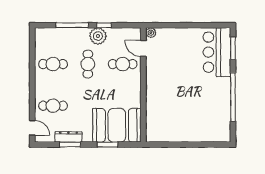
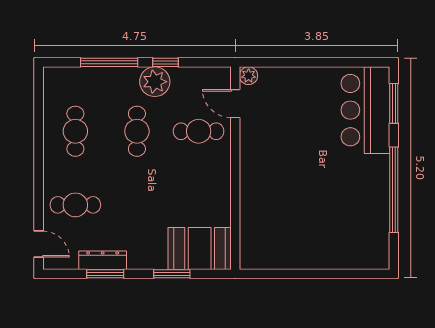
cafe table: (53, 64) -> (75, 131), turned 90
booth: (117, 125) -> (200, 248), width x0.73, depth x0.70

